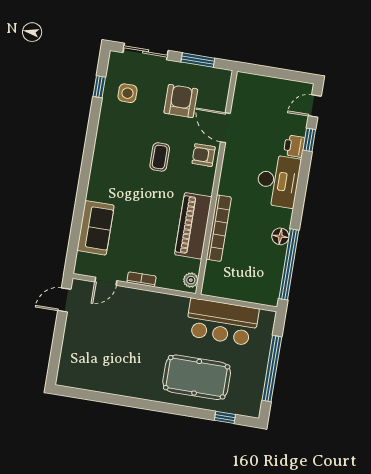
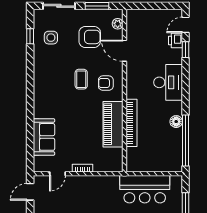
armchair: (181, 101) -> (90, 37), turned 90
printer: (294, 146) -> (175, 40), moved
armchair: (204, 155) -> (106, 83), moved
plant: (191, 280) -> (118, 24), moved

